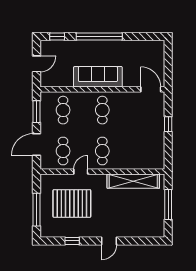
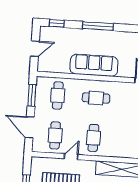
window: (99, 36) -> (98, 26), width x0.68
cafe table: (102, 110) -> (96, 98), turned 90
door: (37, 145) -> (30, 127), hinge flipped

